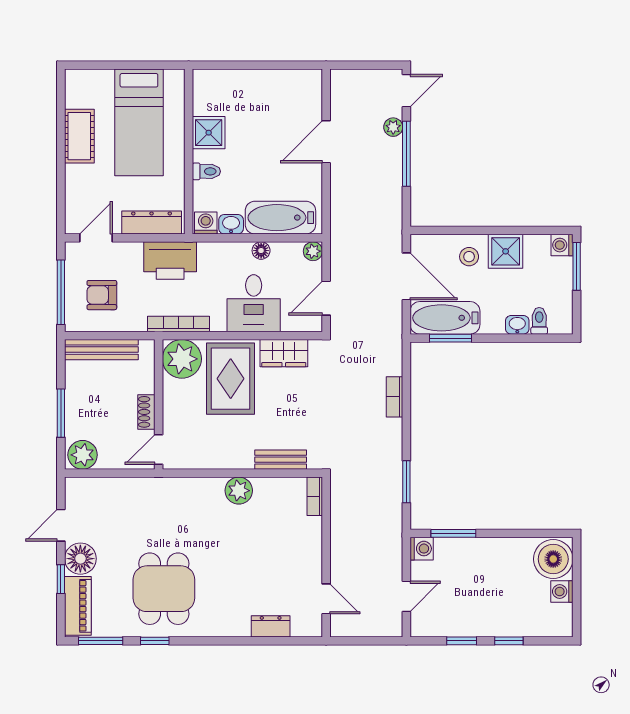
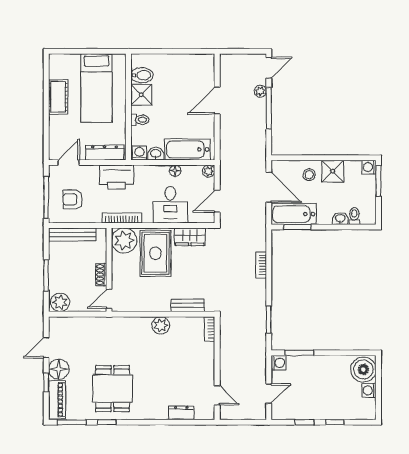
bidet: (210, 102) -> (142, 75), added

